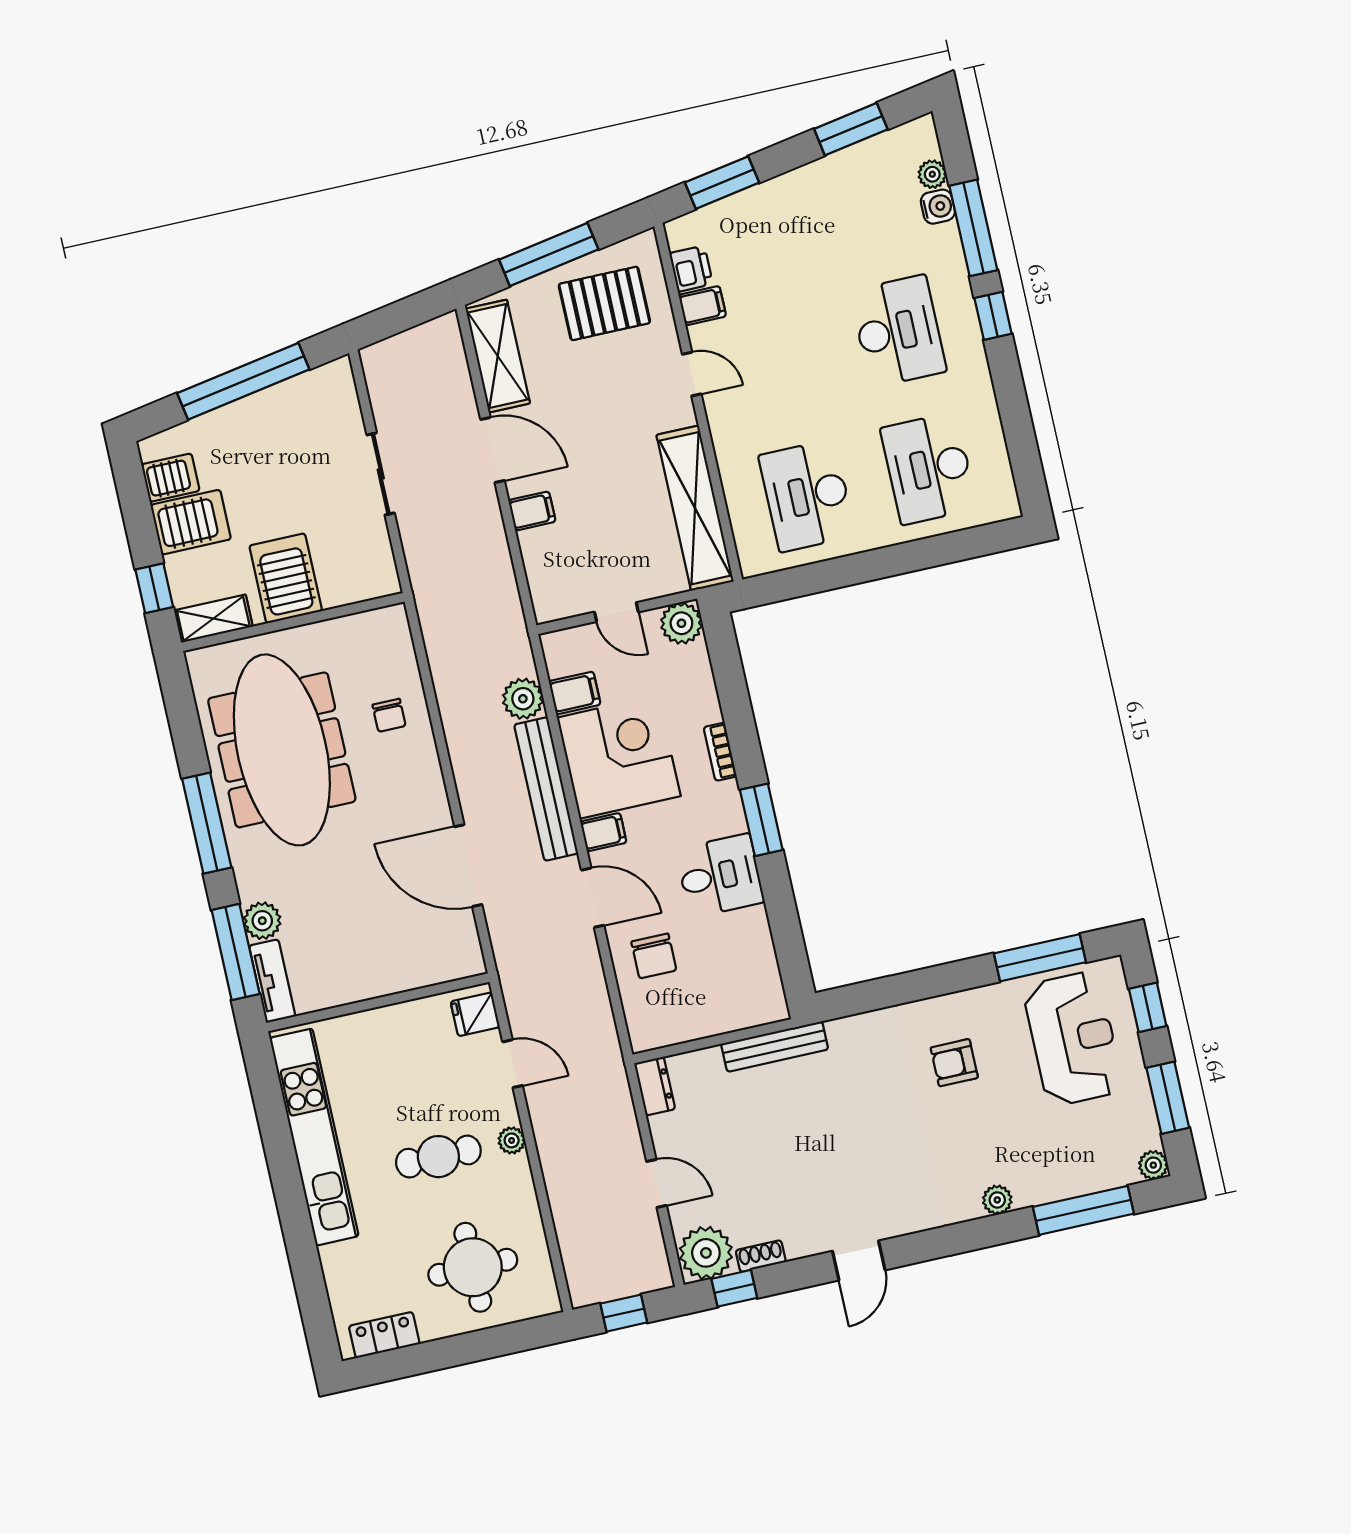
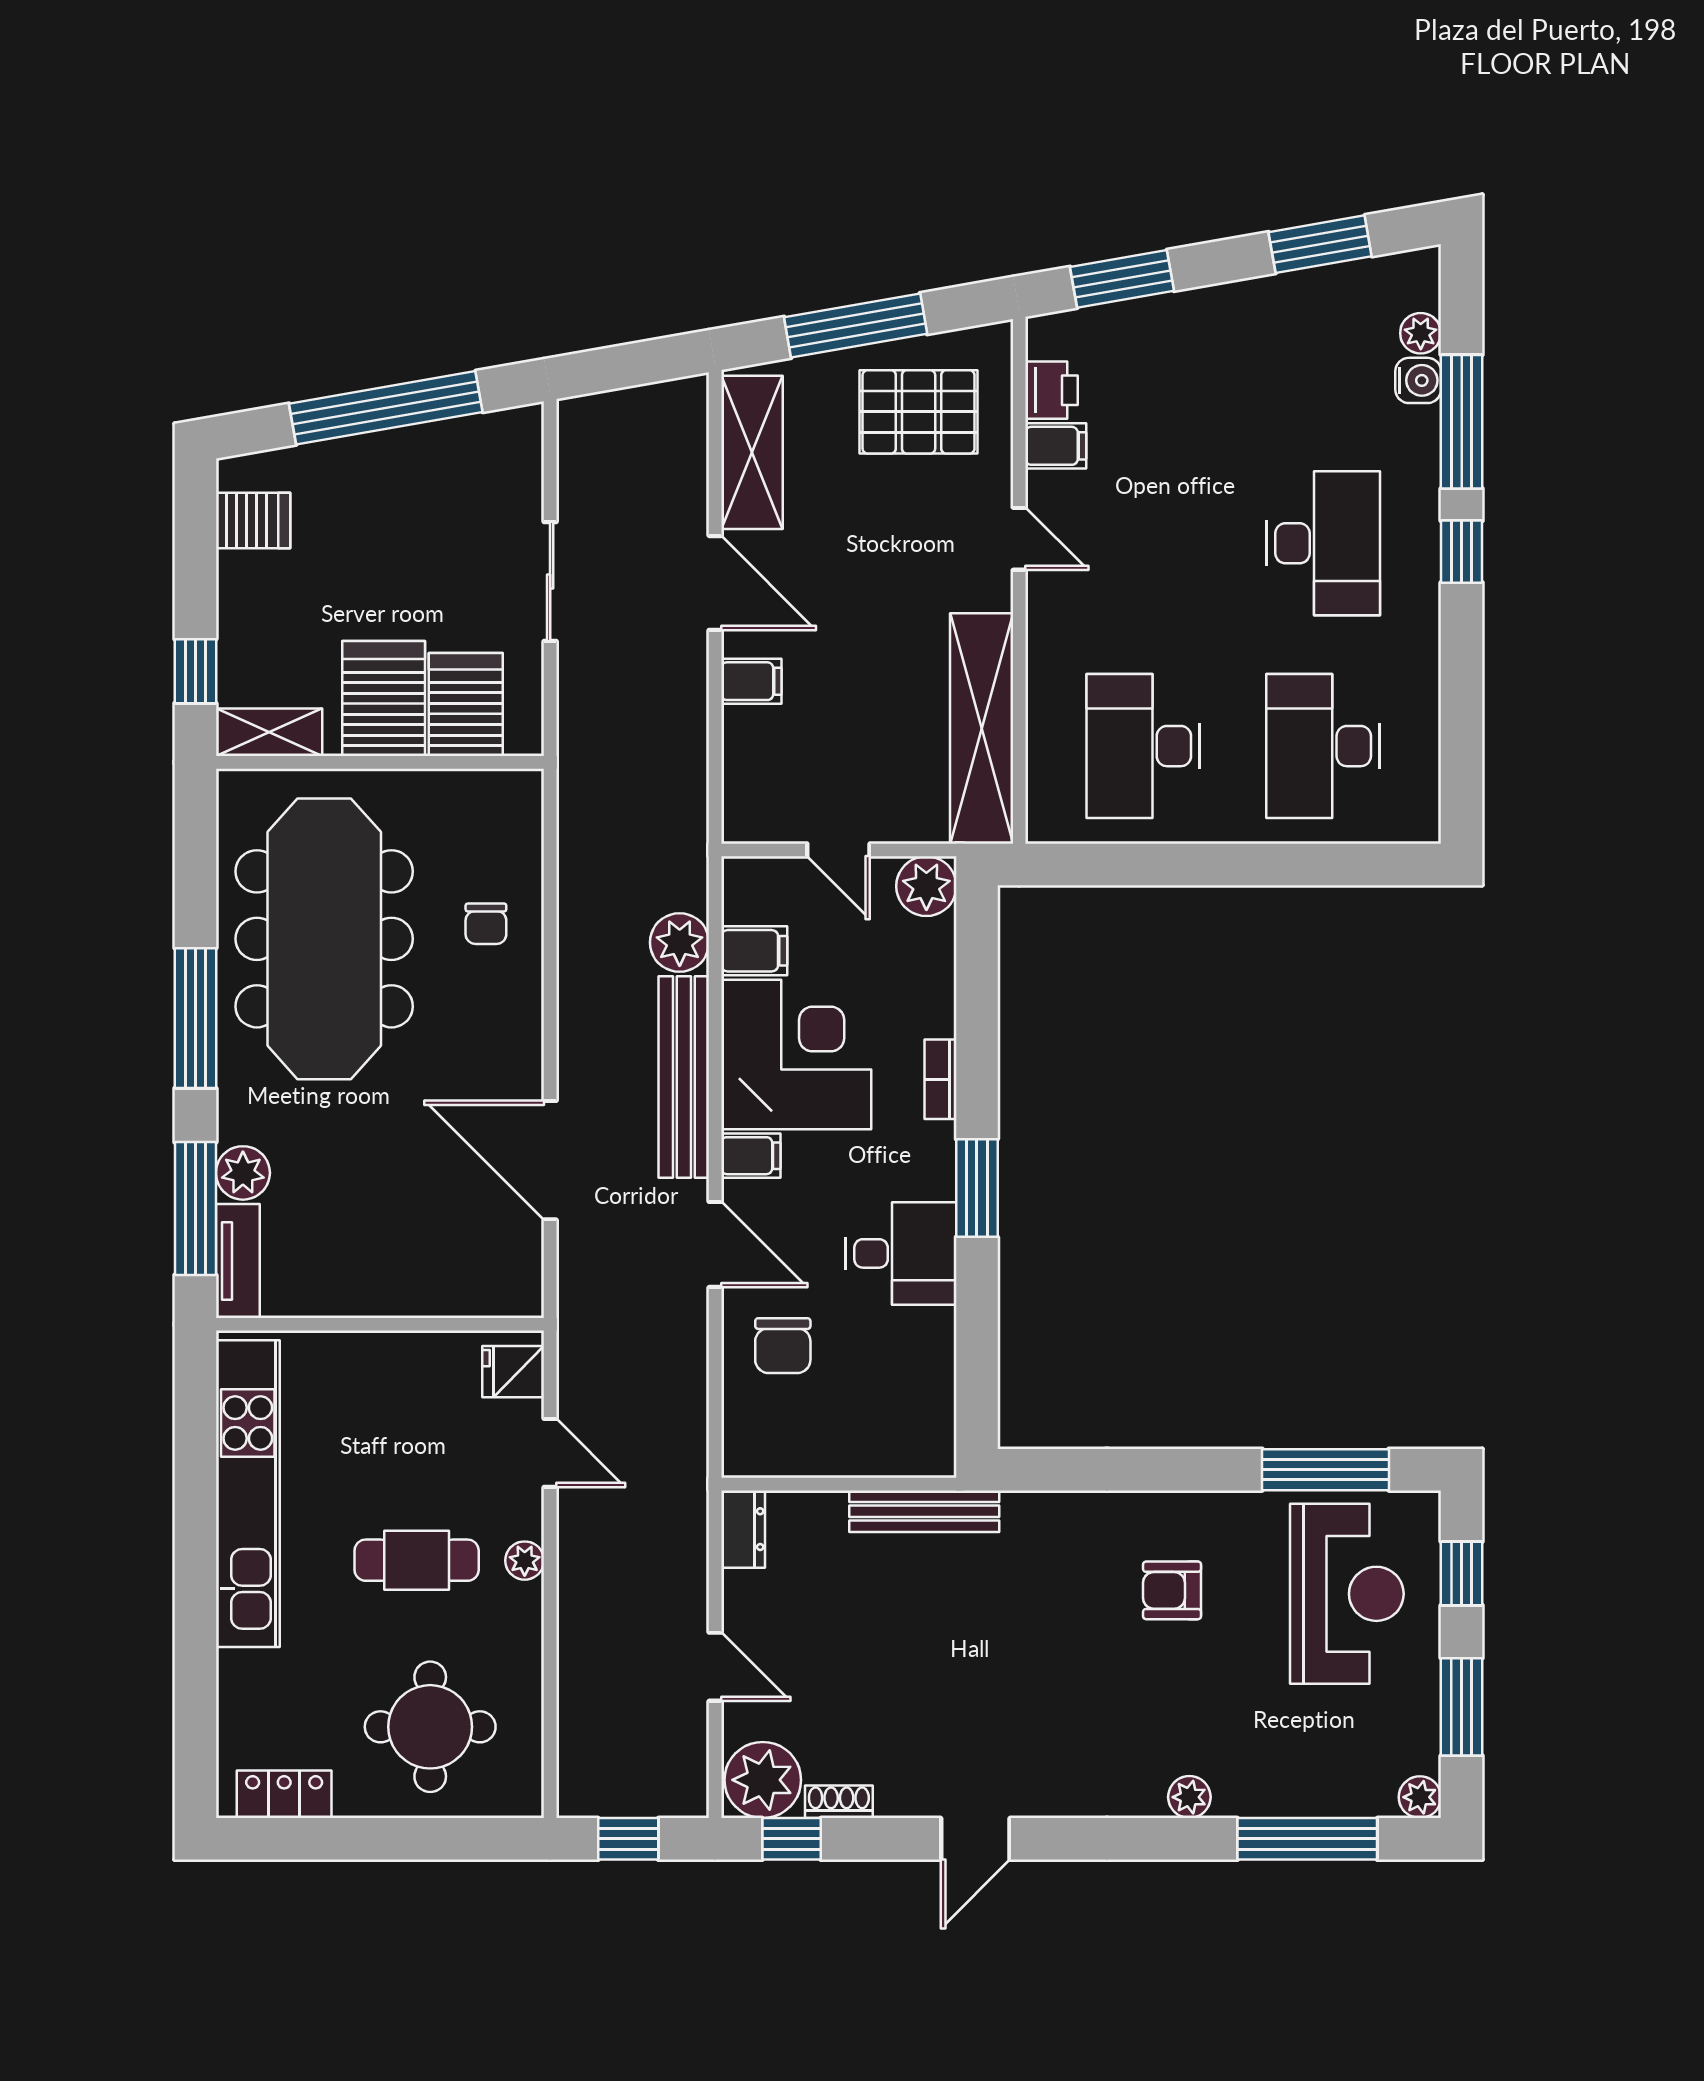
server rack: (191, 522) -> (466, 705), moved, turned -90

